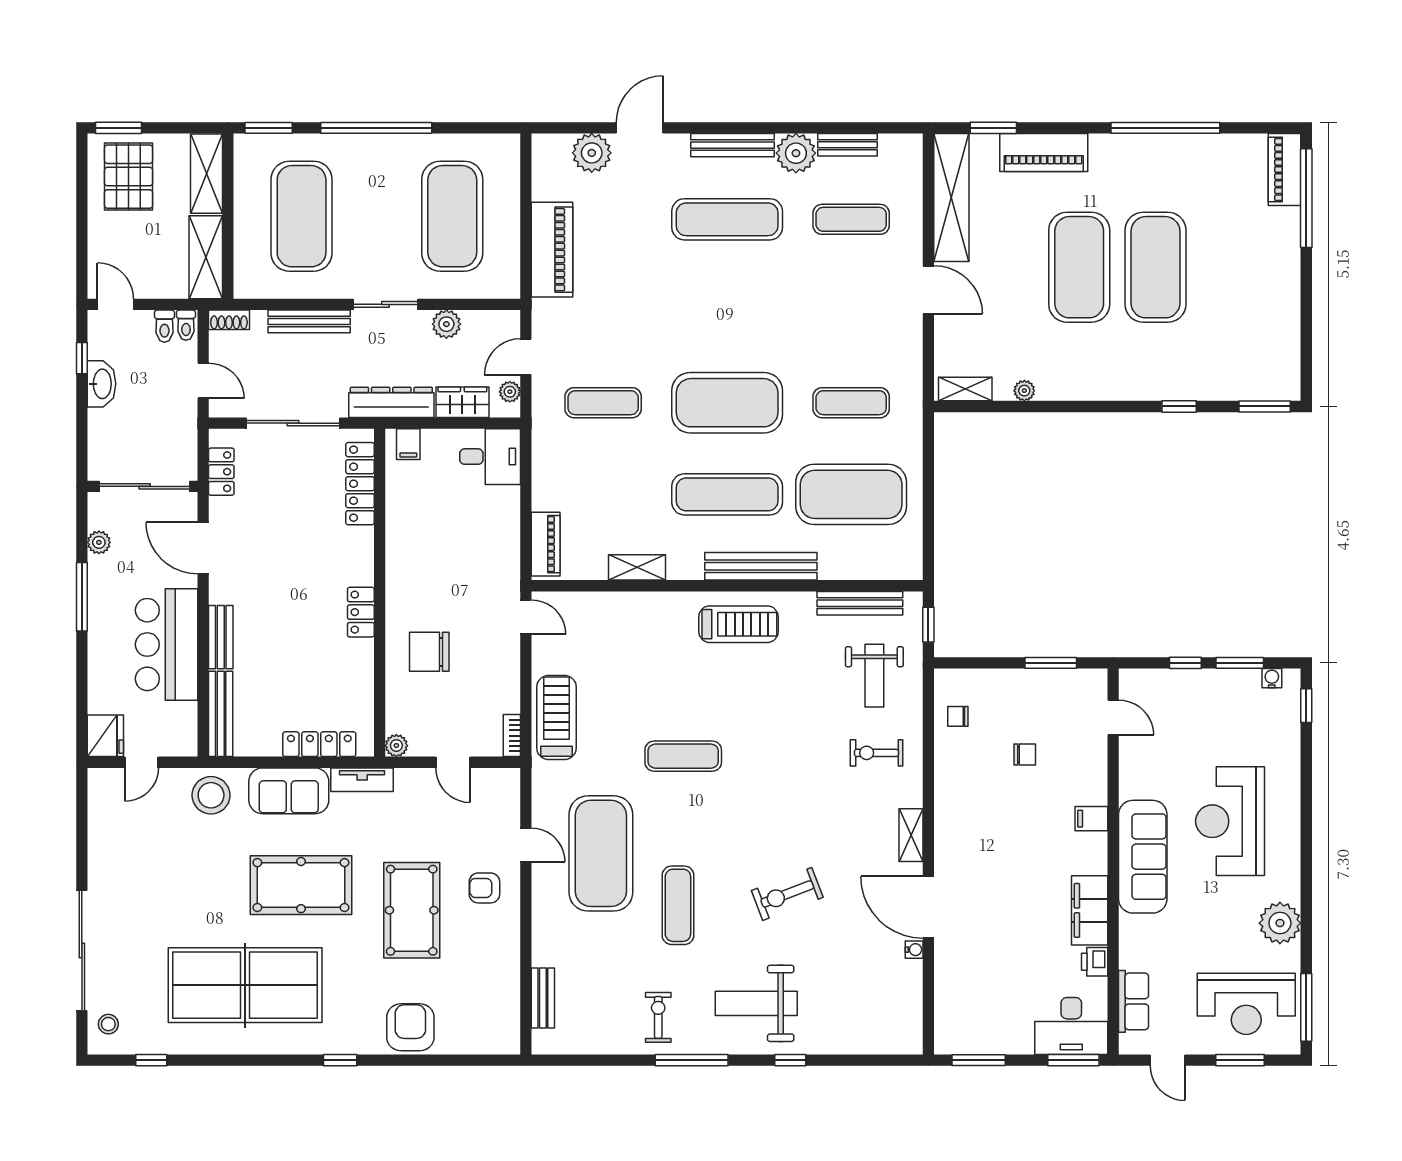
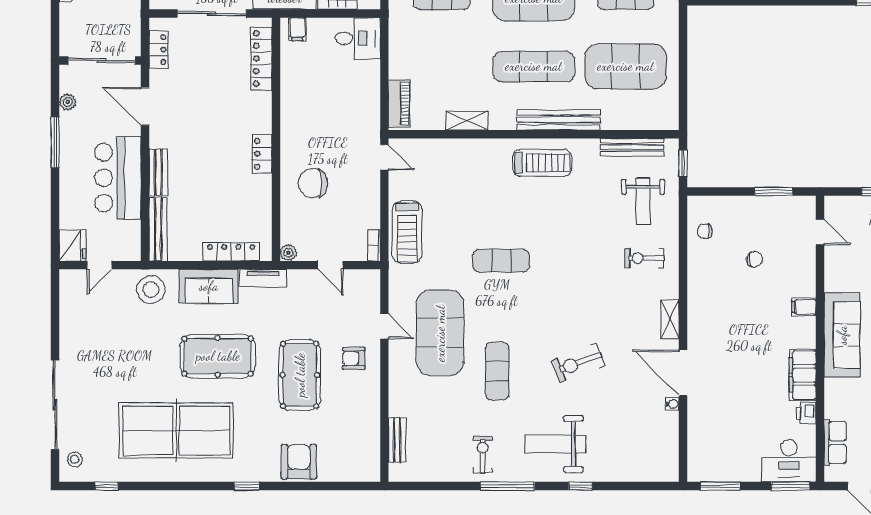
treadmill: (556, 717) -> (407, 232), turned 180

